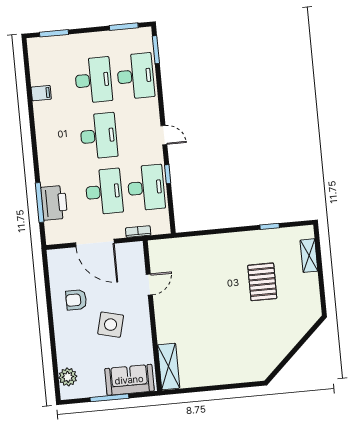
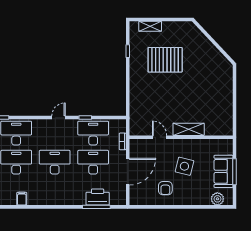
pallet: (262, 282) -> (165, 60), width x1.37, depth x1.41
shelving: (169, 366) -> (189, 129), moved
sofa: (129, 380) -> (223, 171), moved

